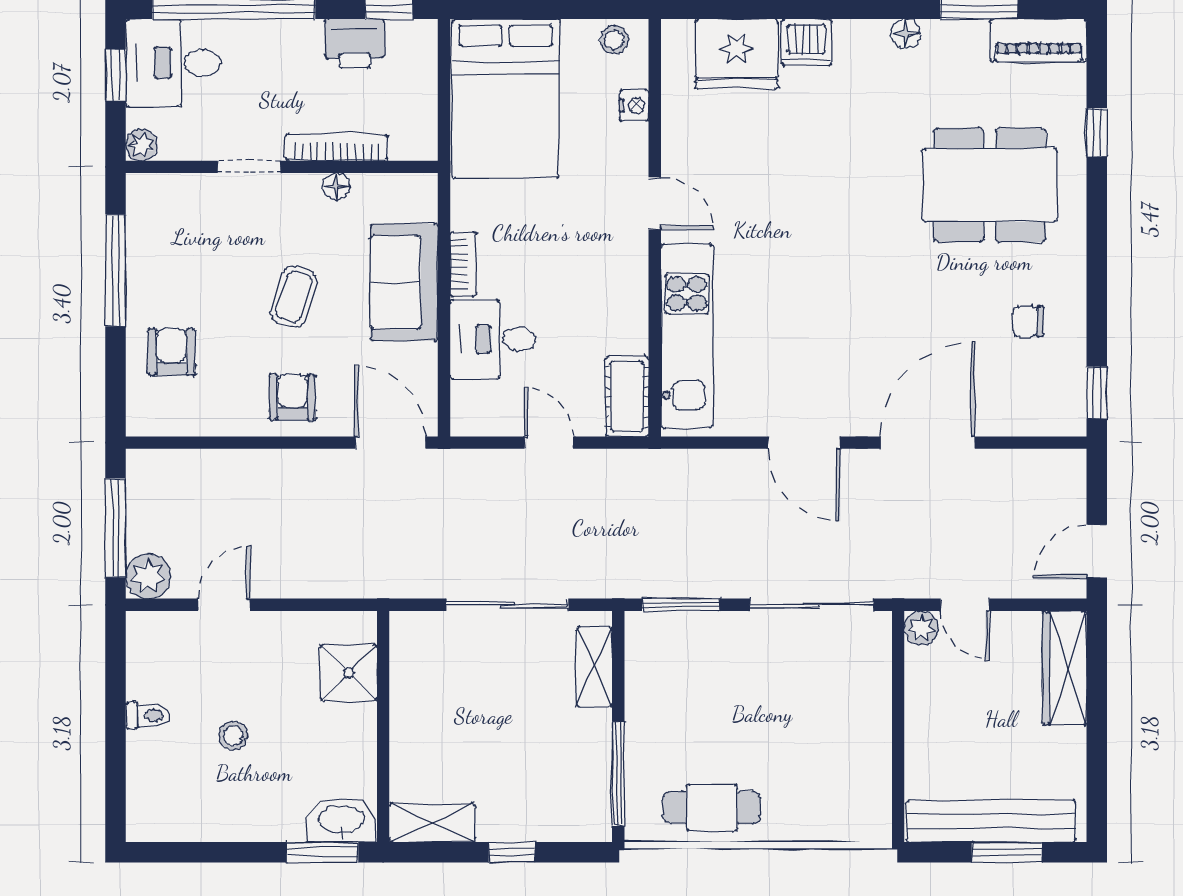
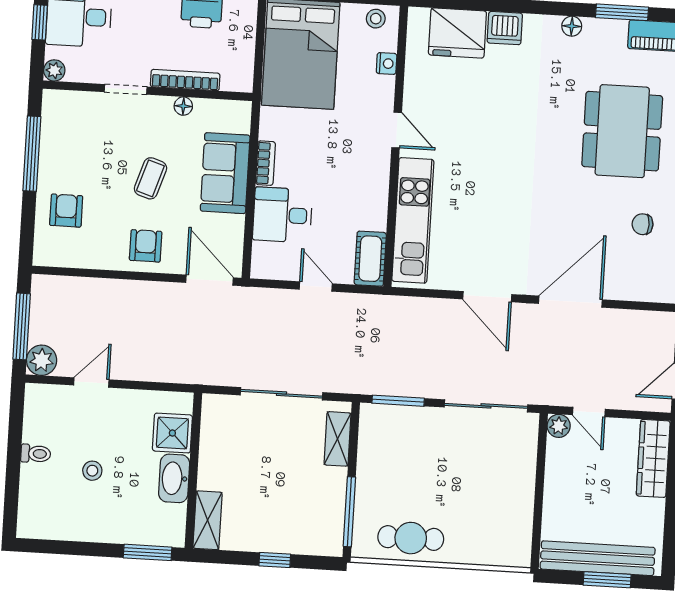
dining table: (990, 185) -> (622, 131), turned 90
washbasin: (341, 820) -> (174, 478), moved, turned -90
shelving: (432, 823) -> (208, 520), moved, turned 90

